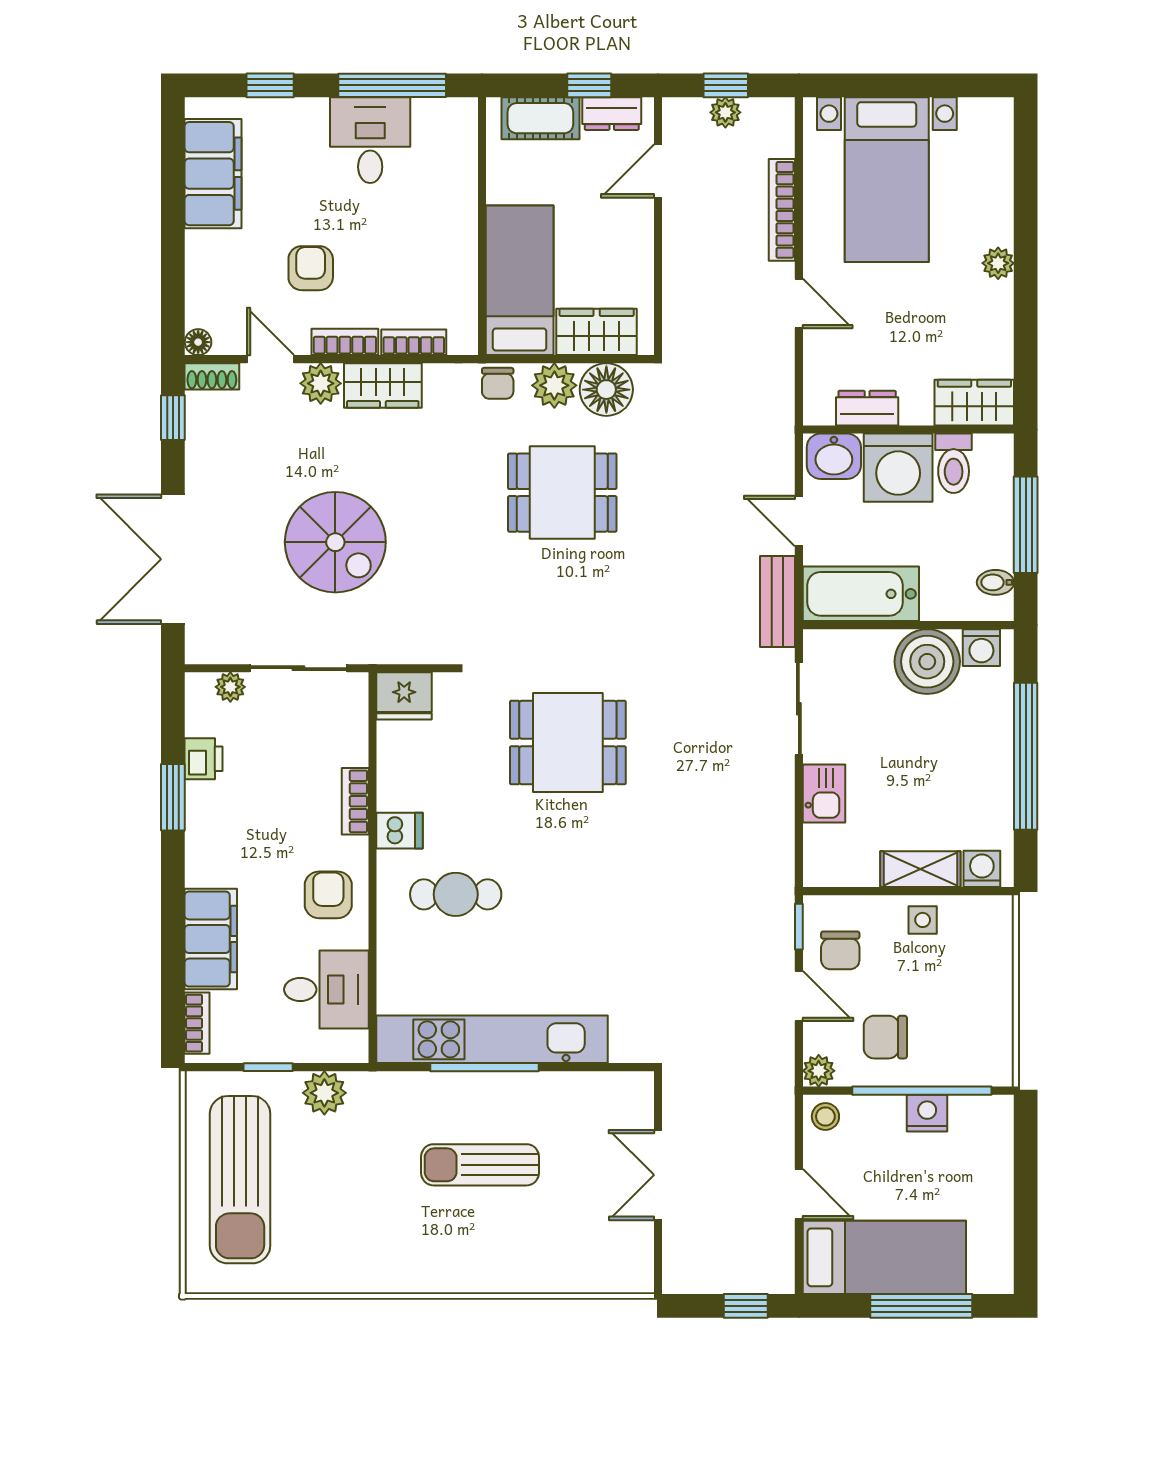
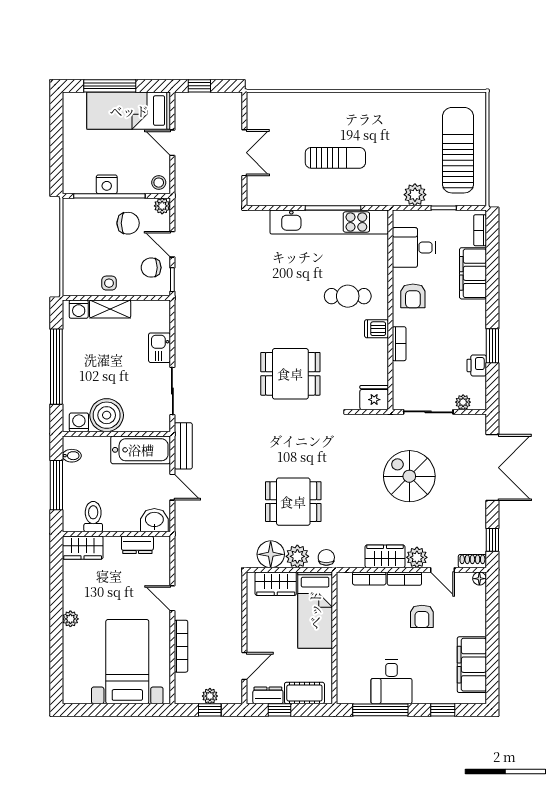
washing machine: (898, 468) -> (122, 514), removed
chair: (840, 950) -> (151, 268), turned -90

